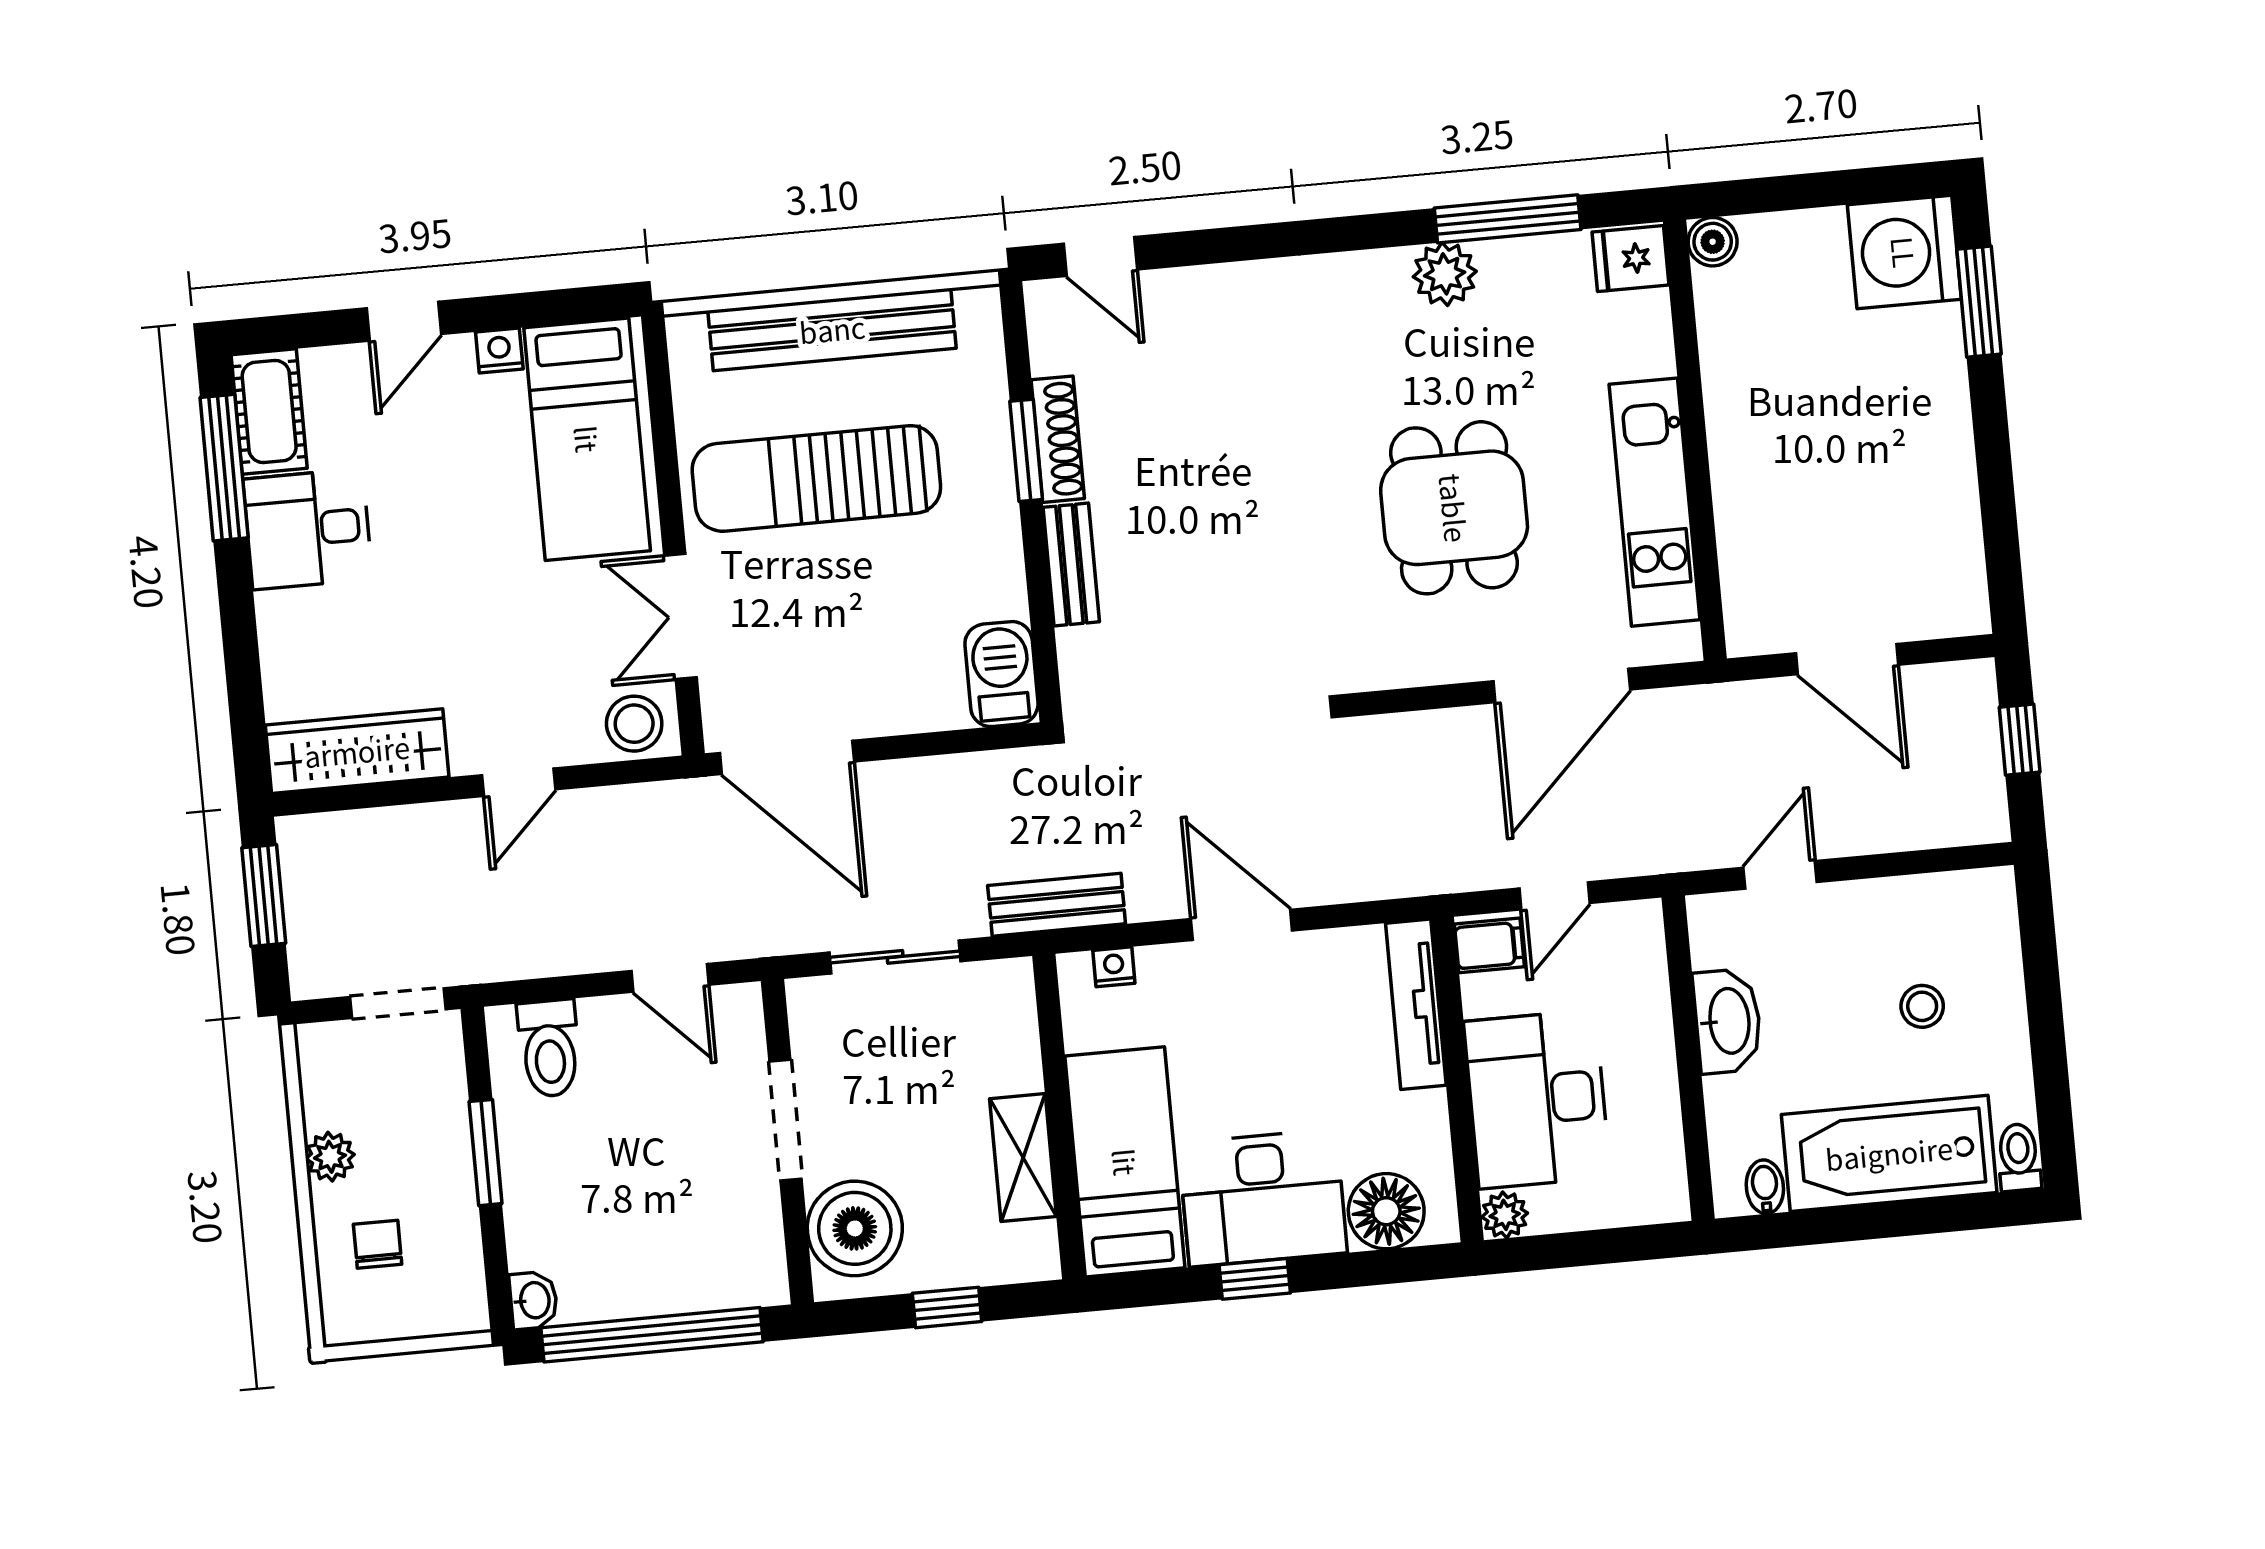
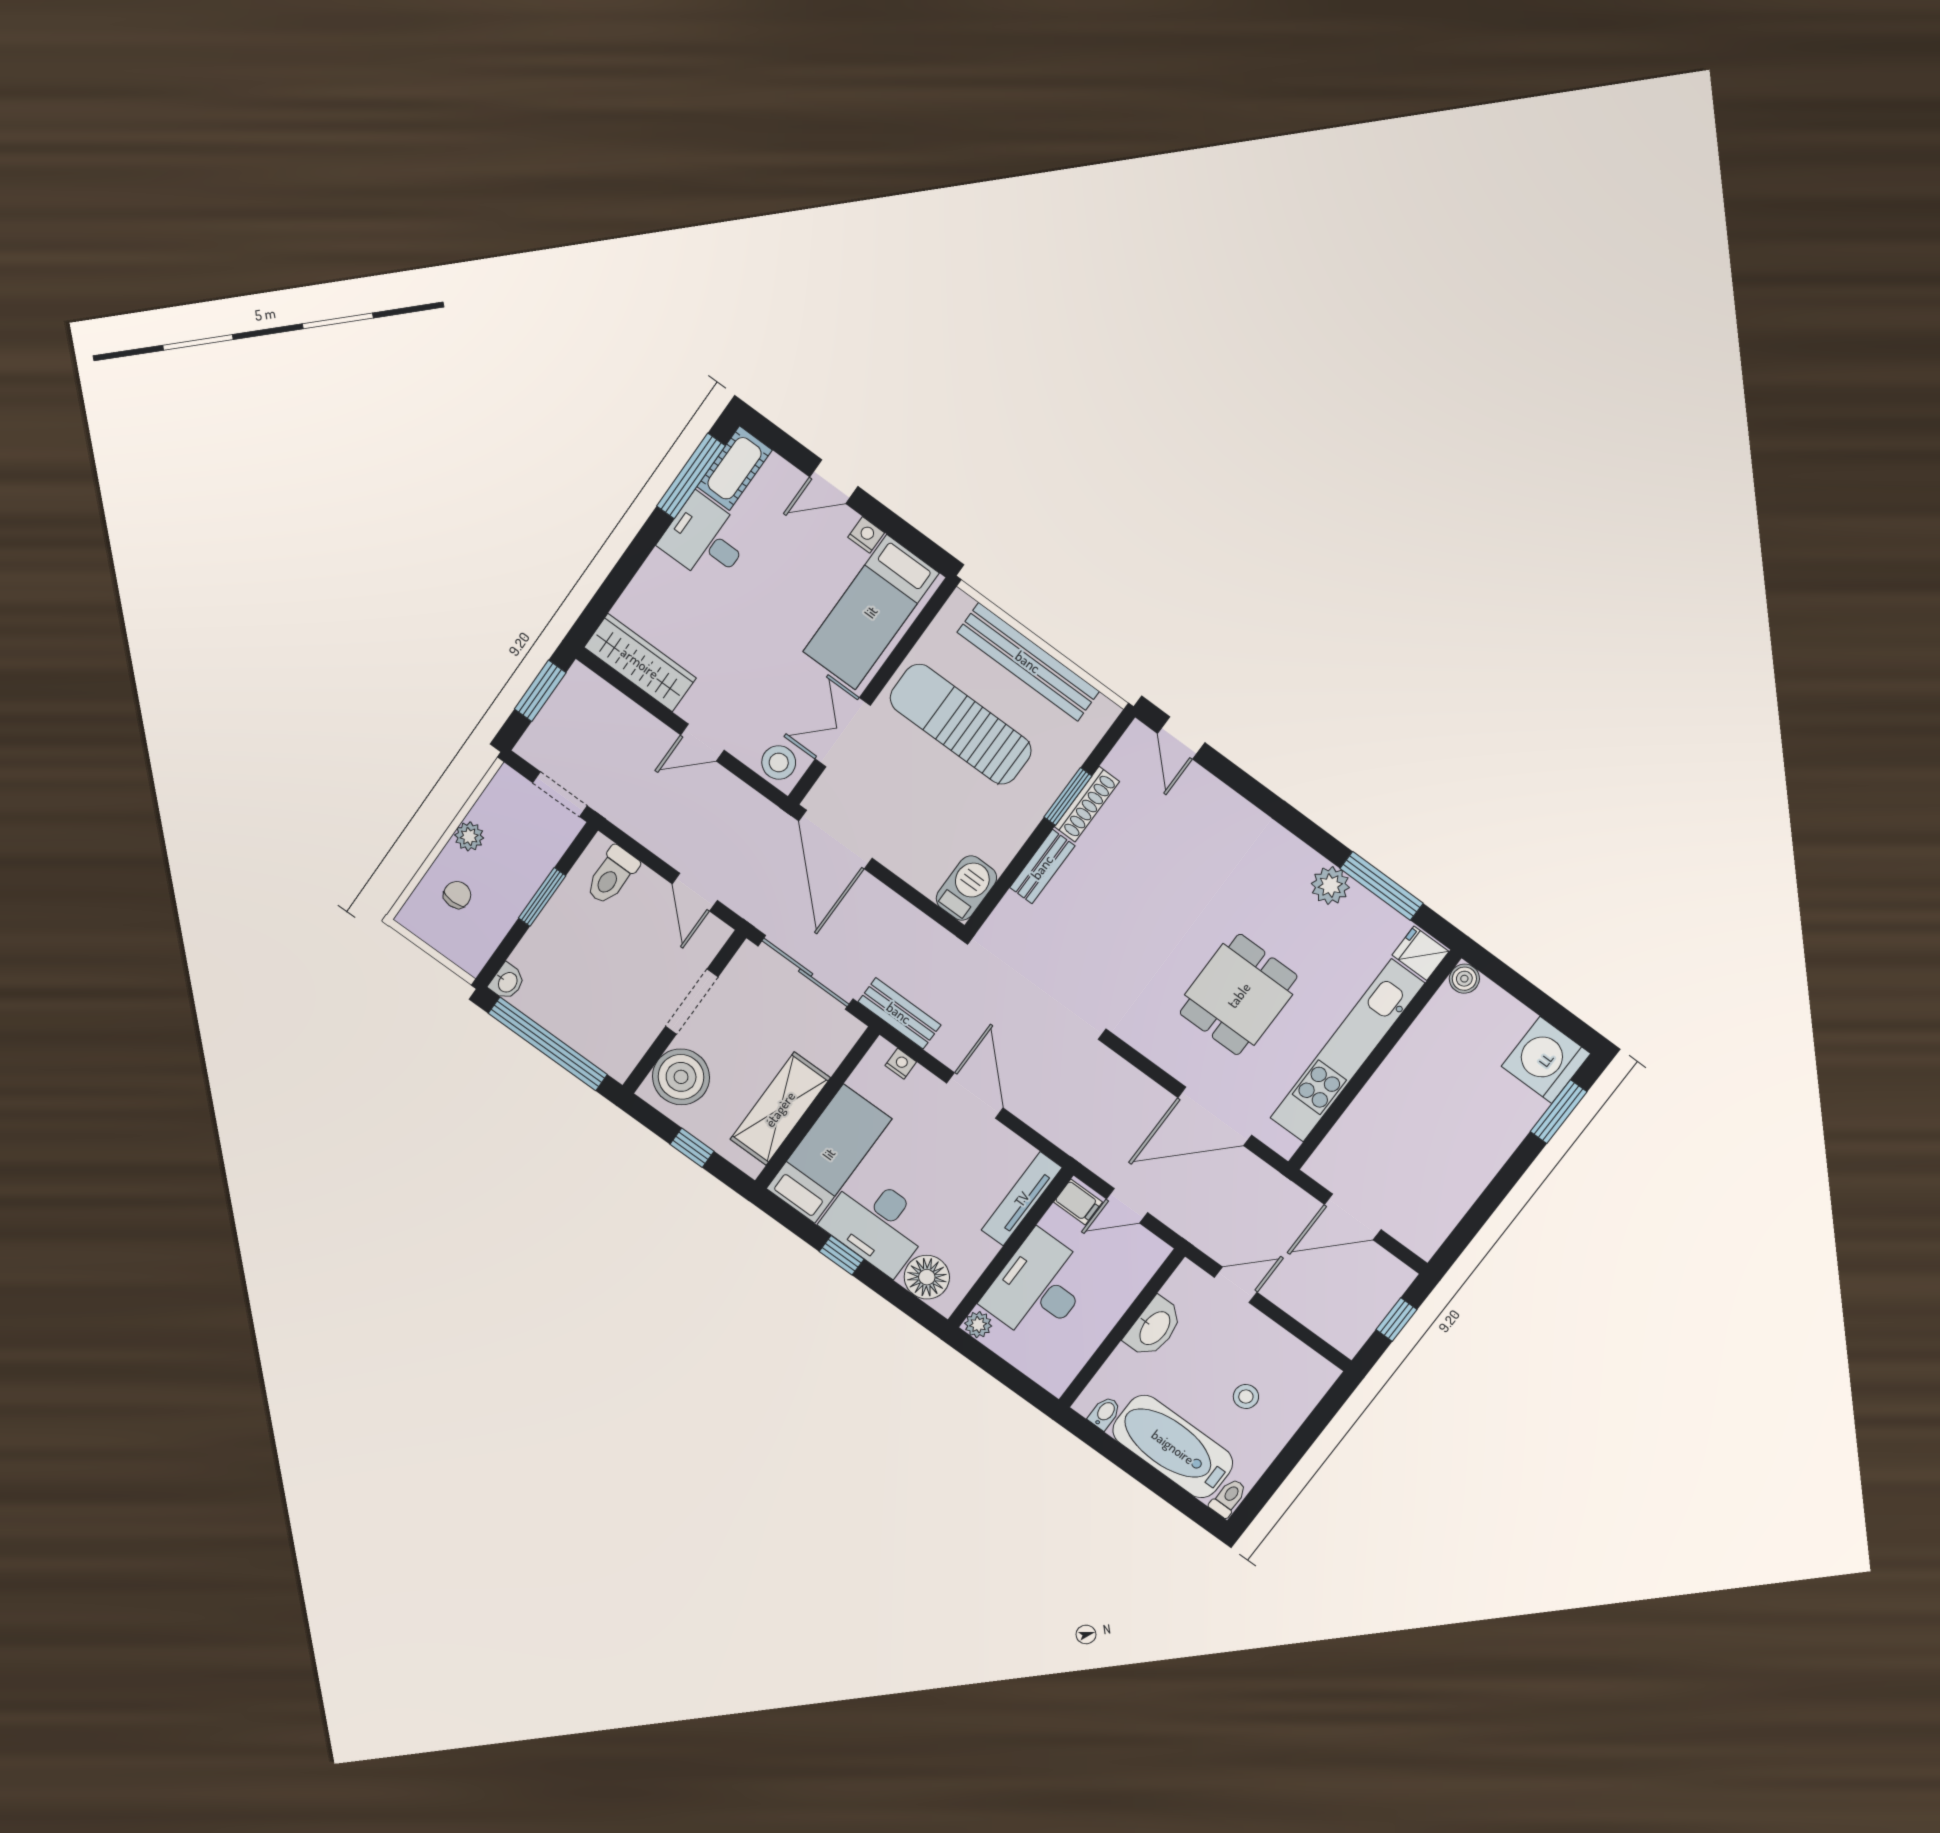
kitchen unit: (1655, 502) -> (1347, 1051), width x1.36
door: (1847, 659) -> (1353, 1217), hinge flipped
sliding door: (895, 957) -> (806, 973), width x1.37
shelving: (1023, 1158) -> (780, 1109), width x1.50, depth x1.33

